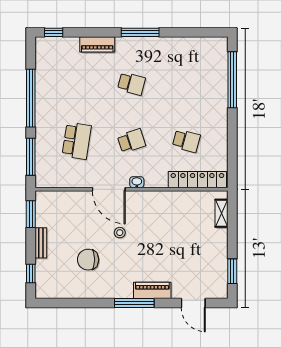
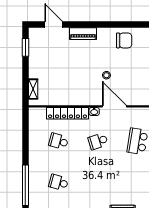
school desk: (131, 84) -> (59, 182), moved
locker: (197, 180) -> (67, 113), moved
chair: (88, 260) -> (124, 40), moved
window: (134, 303) -> (96, 25), removed

